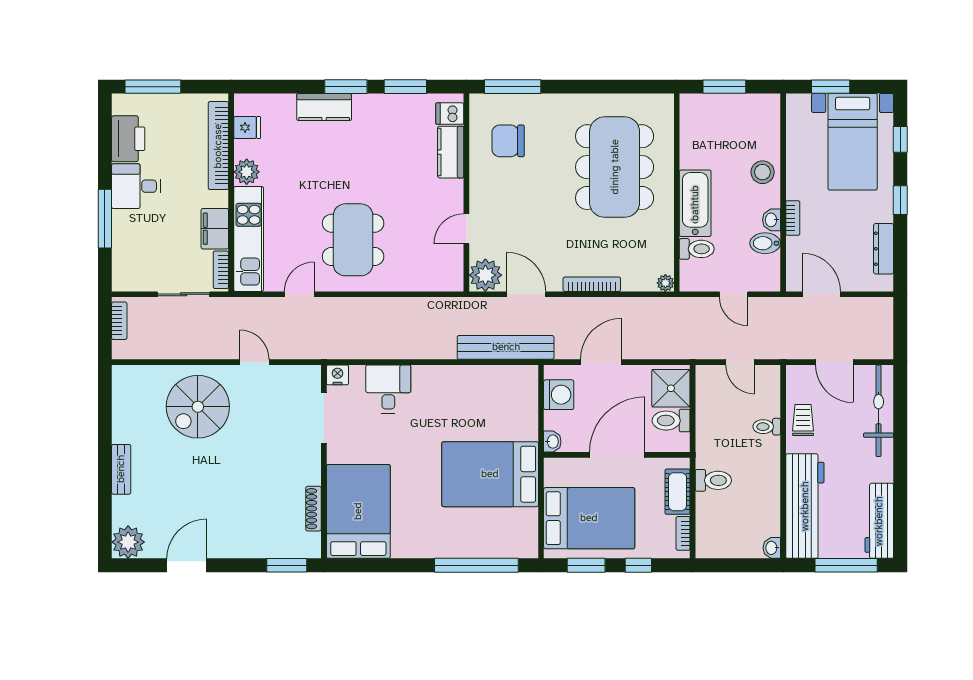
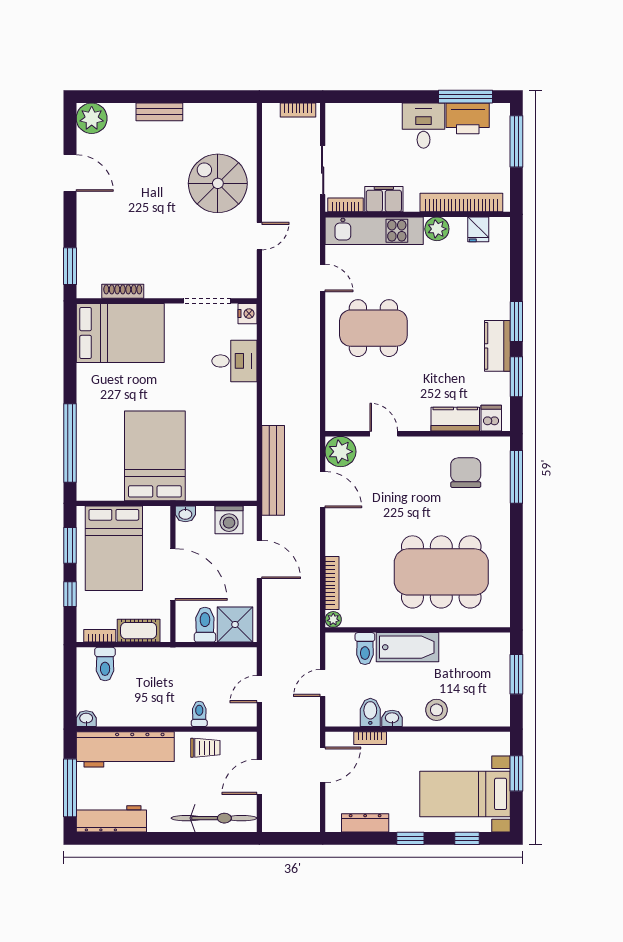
kitchen counter: (324, 107) -> (497, 346), moved
bookcase: (793, 218) -> (370, 738), moved
window: (105, 219) -> (465, 97), moved
bookcase: (592, 284) -> (332, 583), moved
door: (526, 294) -> (323, 490), hinge flipped
toilet: (713, 480) -> (105, 664), moved

